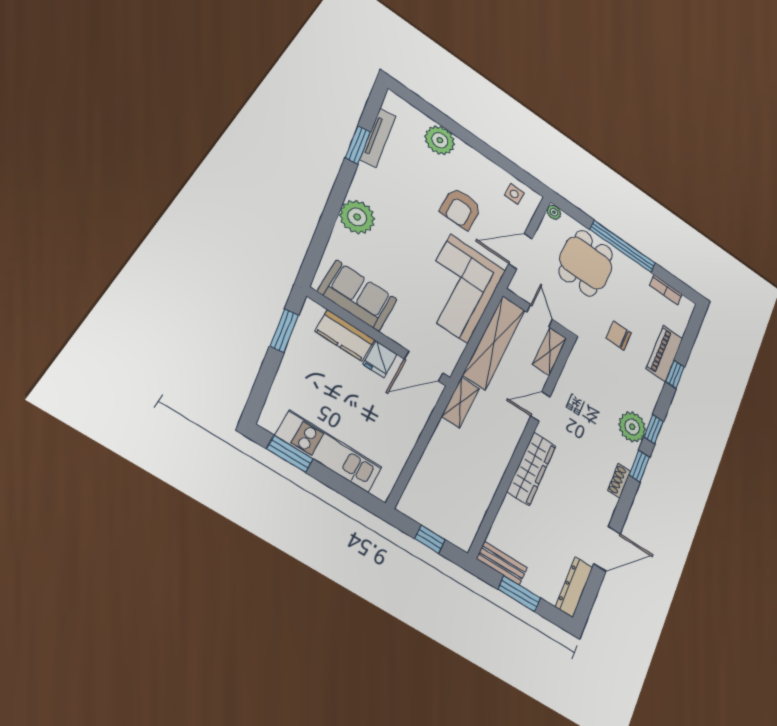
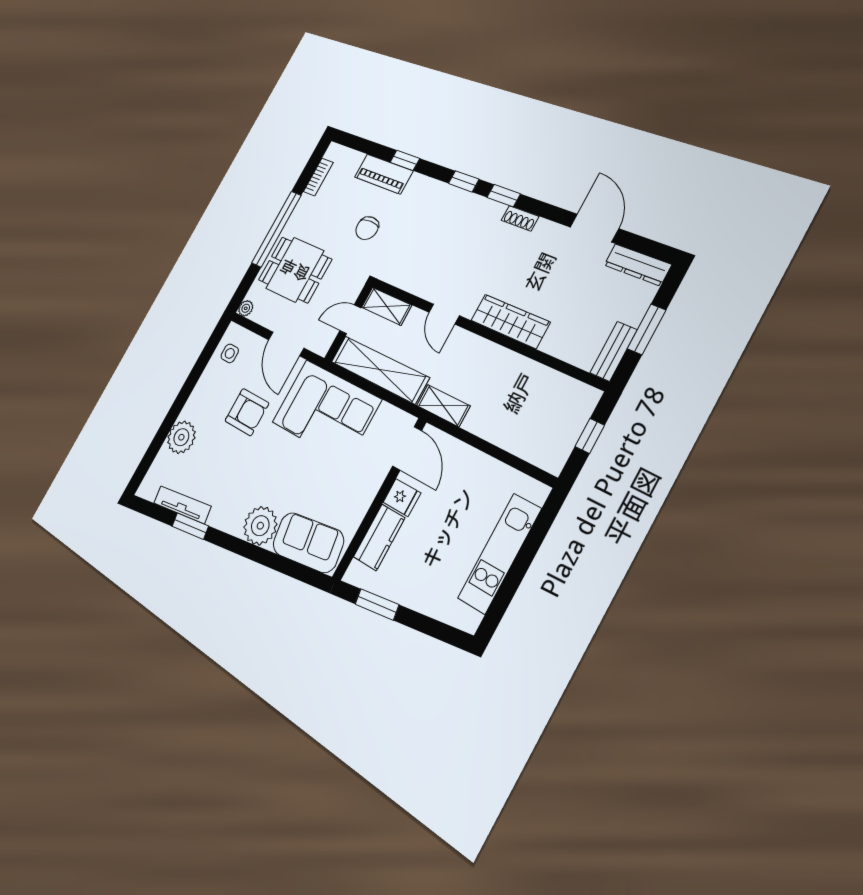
sofa: (358, 295) -> (308, 542), moved, turned 81
plant: (632, 427) -> (462, 207), removed
window: (290, 454) -> (504, 597), removed

